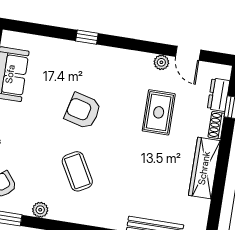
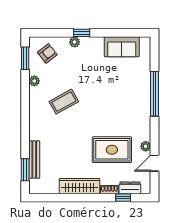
window: (87, 37) -> (154, 94), width x3.17
armchair: (83, 111) -> (105, 99), removed
rug: (159, 112) -> (112, 150), width x1.36, depth x1.43

